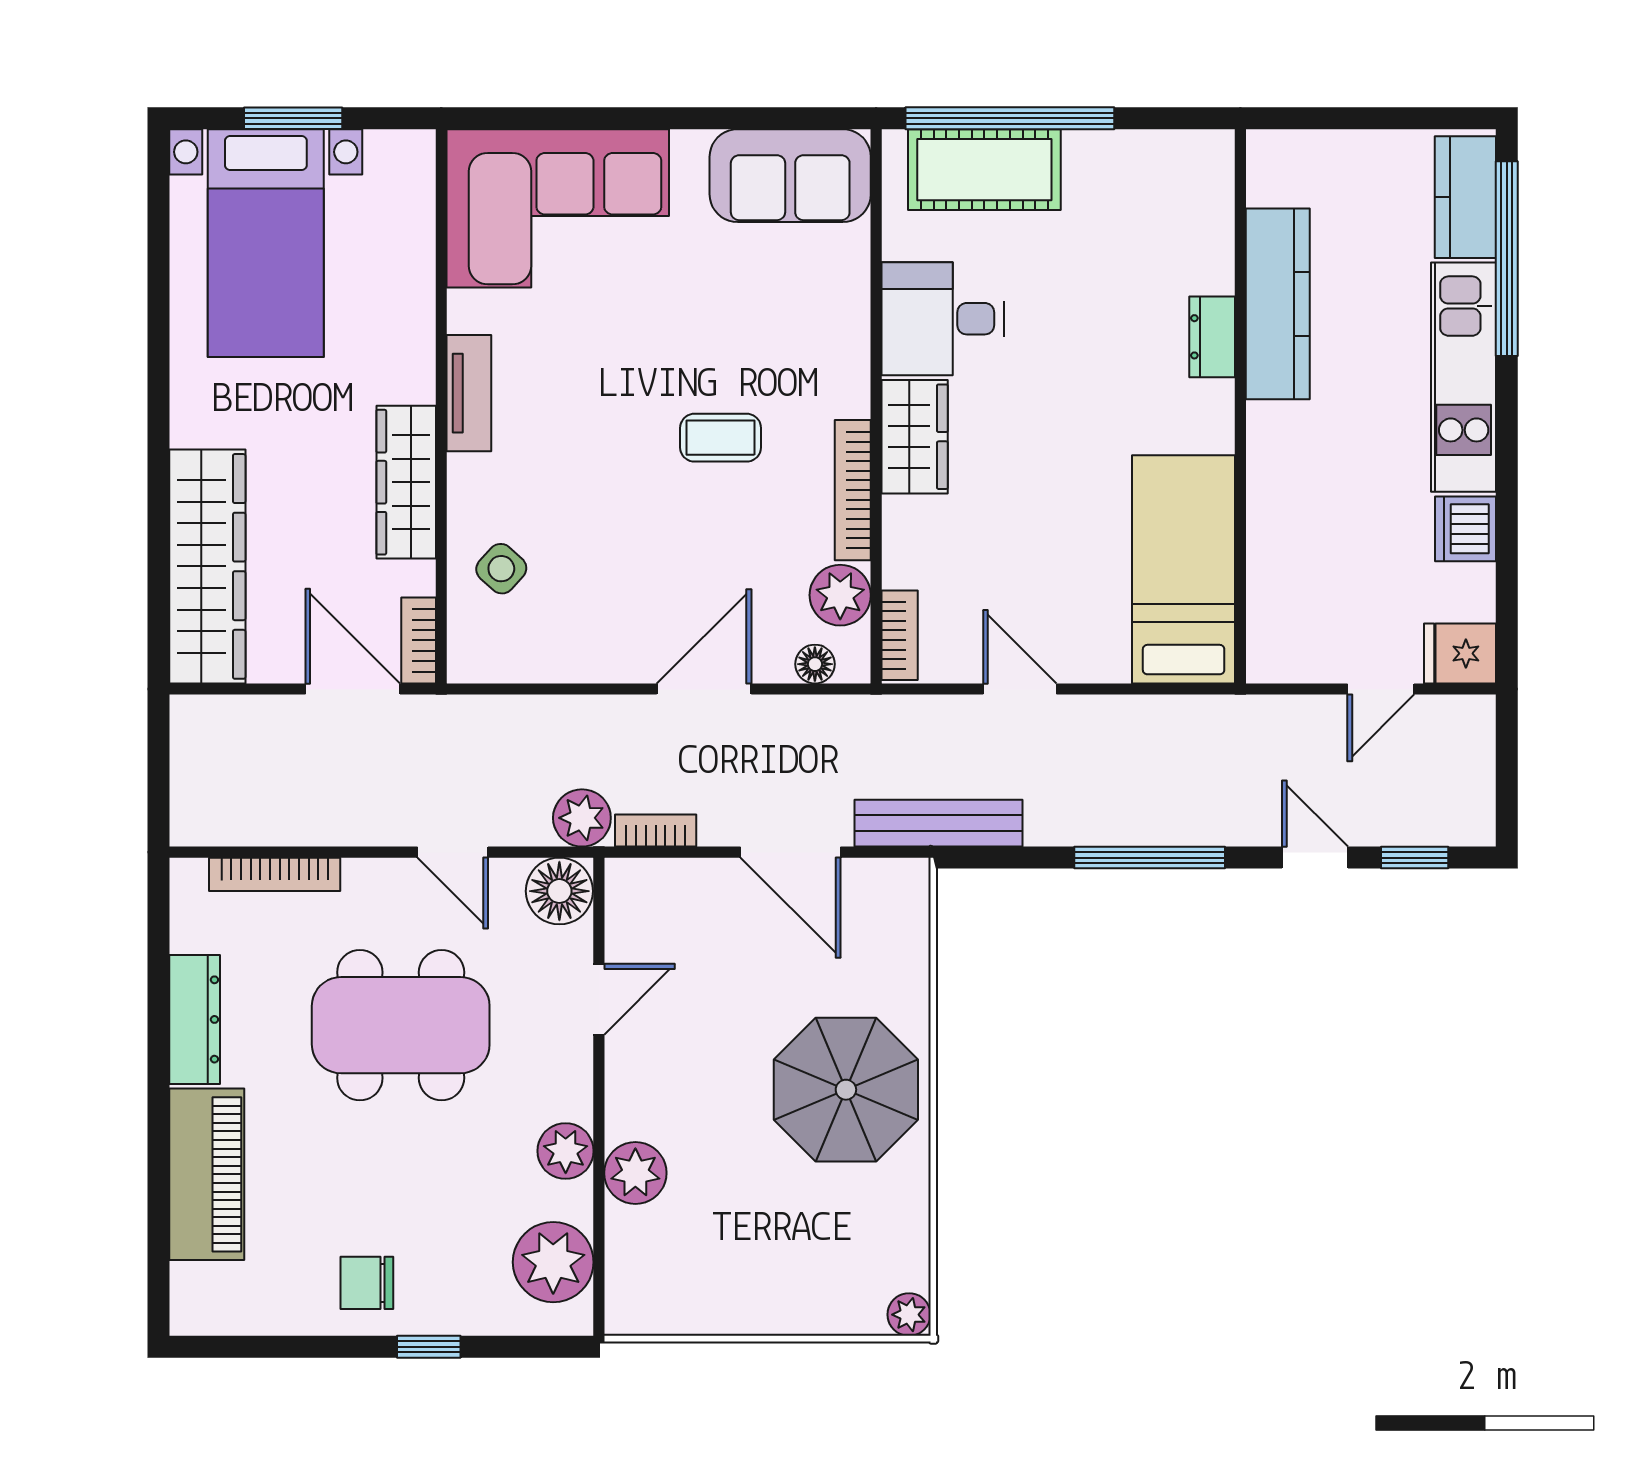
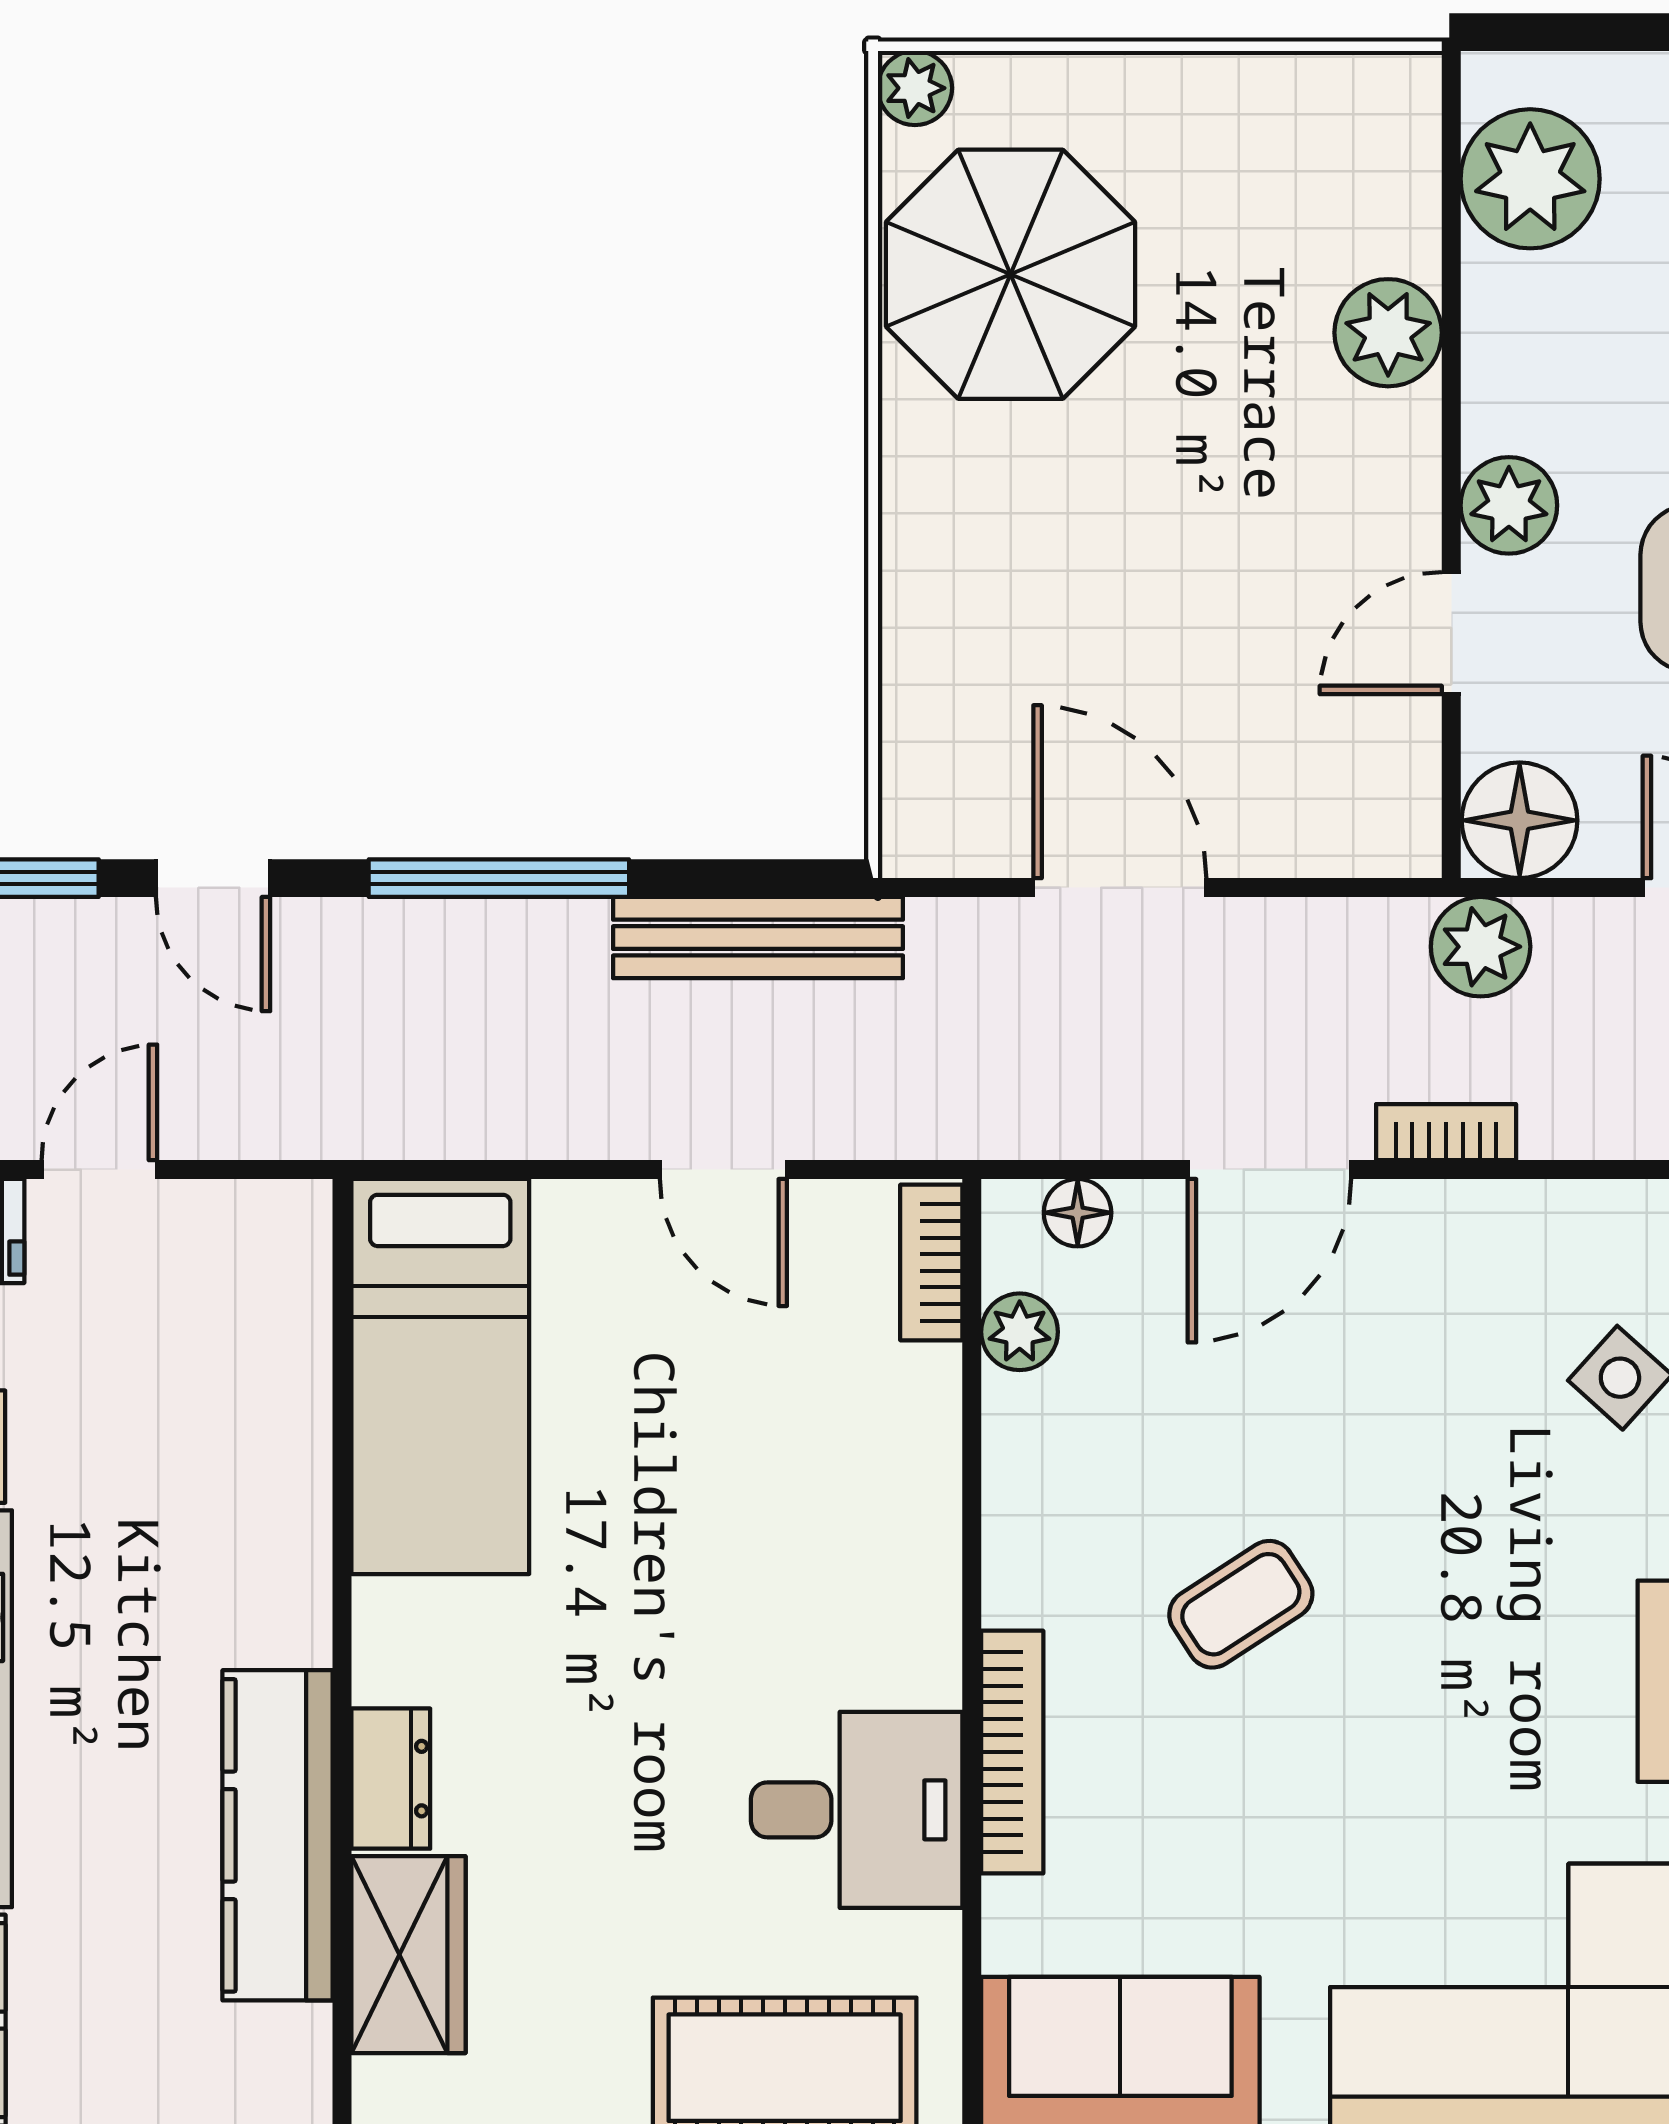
wardrobe: (915, 437) -> (408, 1955), moved, turned 180
coffee table: (721, 438) -> (1241, 1604), turned -33
bookcase: (853, 490) -> (1012, 1752), moved
plant: (840, 595) -> (1020, 1332), width x0.73, depth x0.73
bench: (939, 823) -> (758, 938), moved
bookcase: (656, 830) -> (1446, 1132), moved, turned 180
parasol: (846, 1090) -> (1011, 274), moved
plant: (566, 1151) -> (1509, 505), moved

